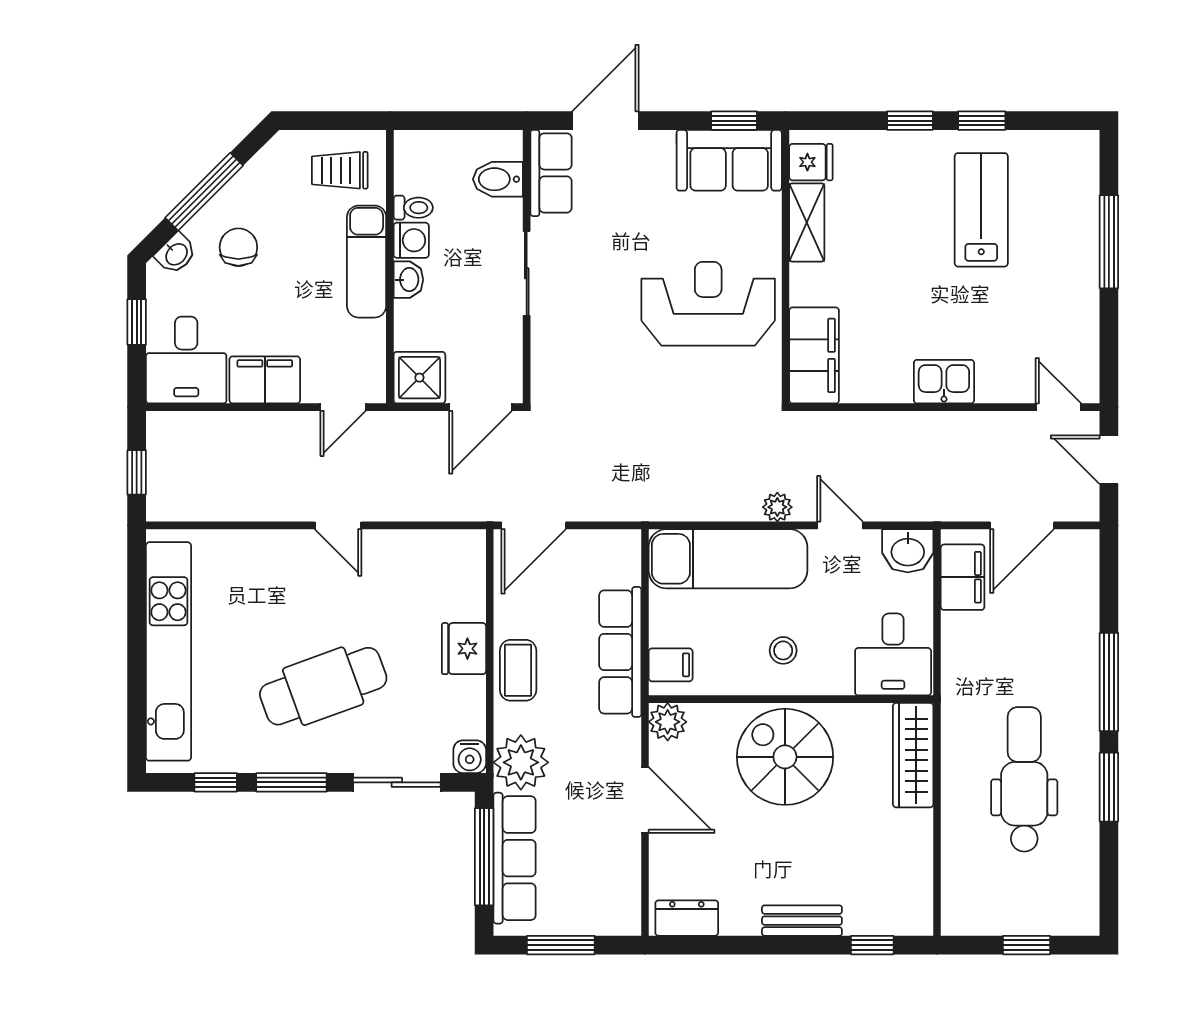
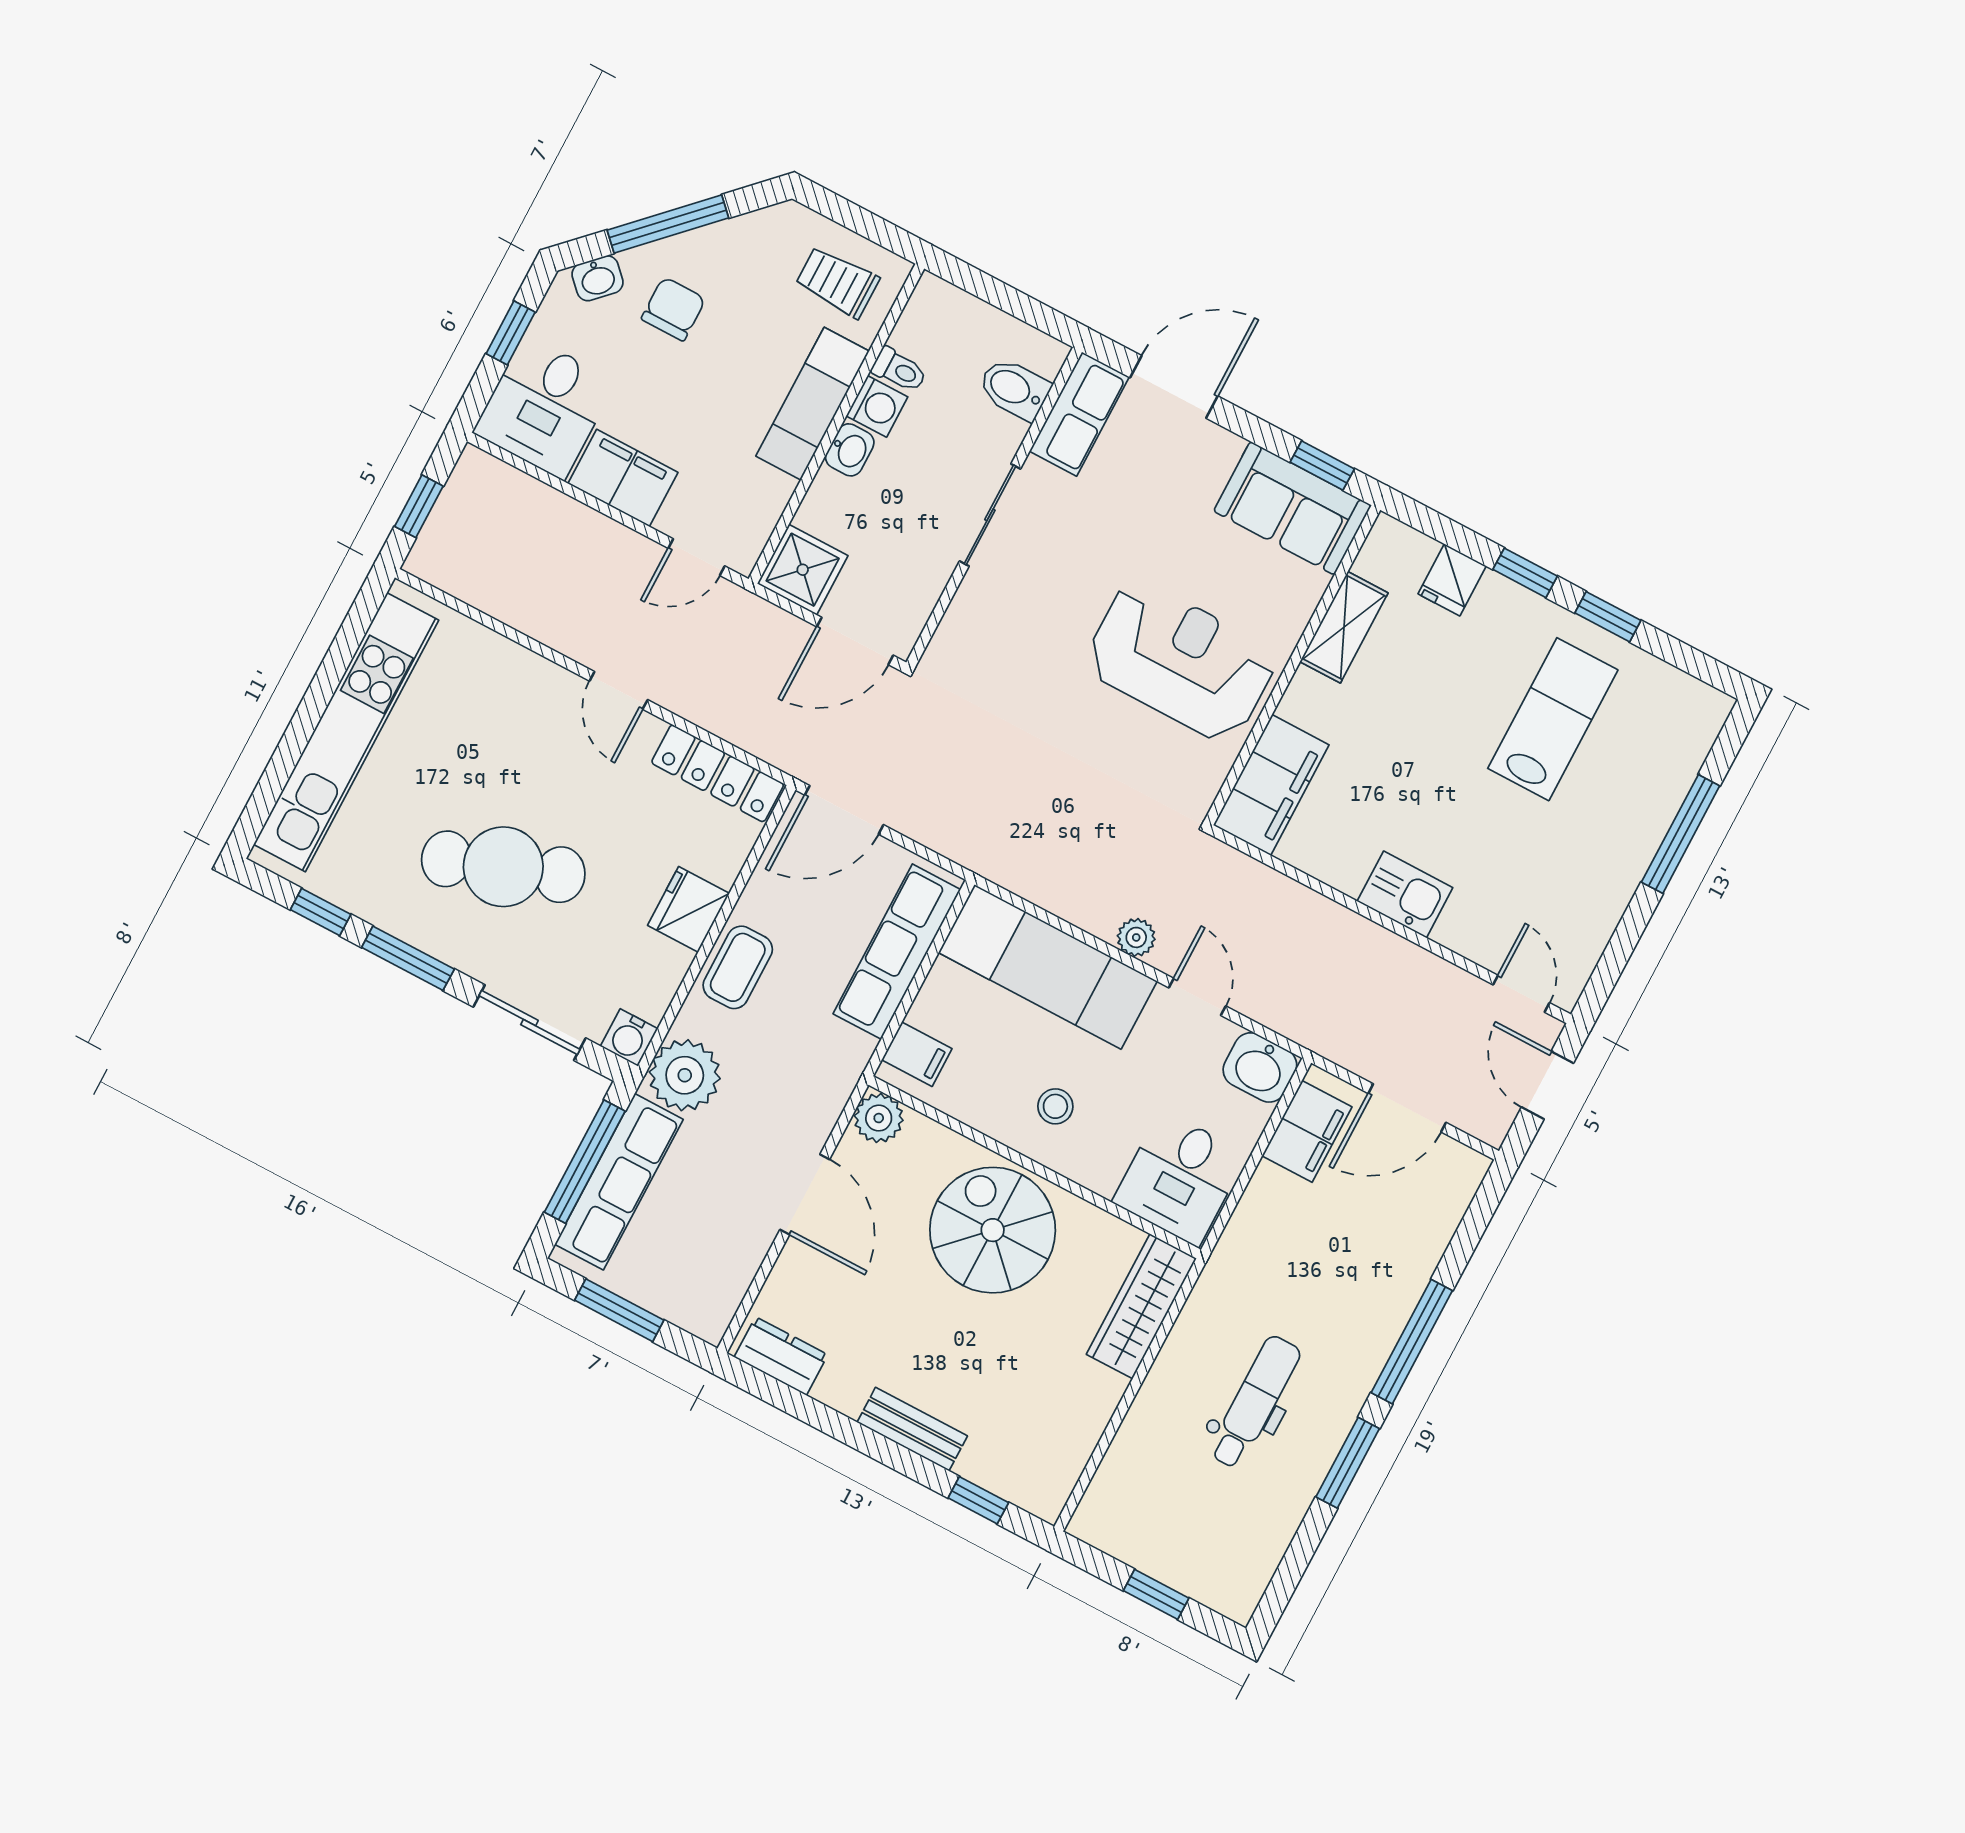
fridge: (811, 162) -> (1452, 580), moved, turned 90
locker: (435, 546) -> (718, 773), added
row of seats: (620, 652) -> (897, 952), moved
dental chair: (1024, 779) -> (1255, 1402), width x0.73, depth x0.72

